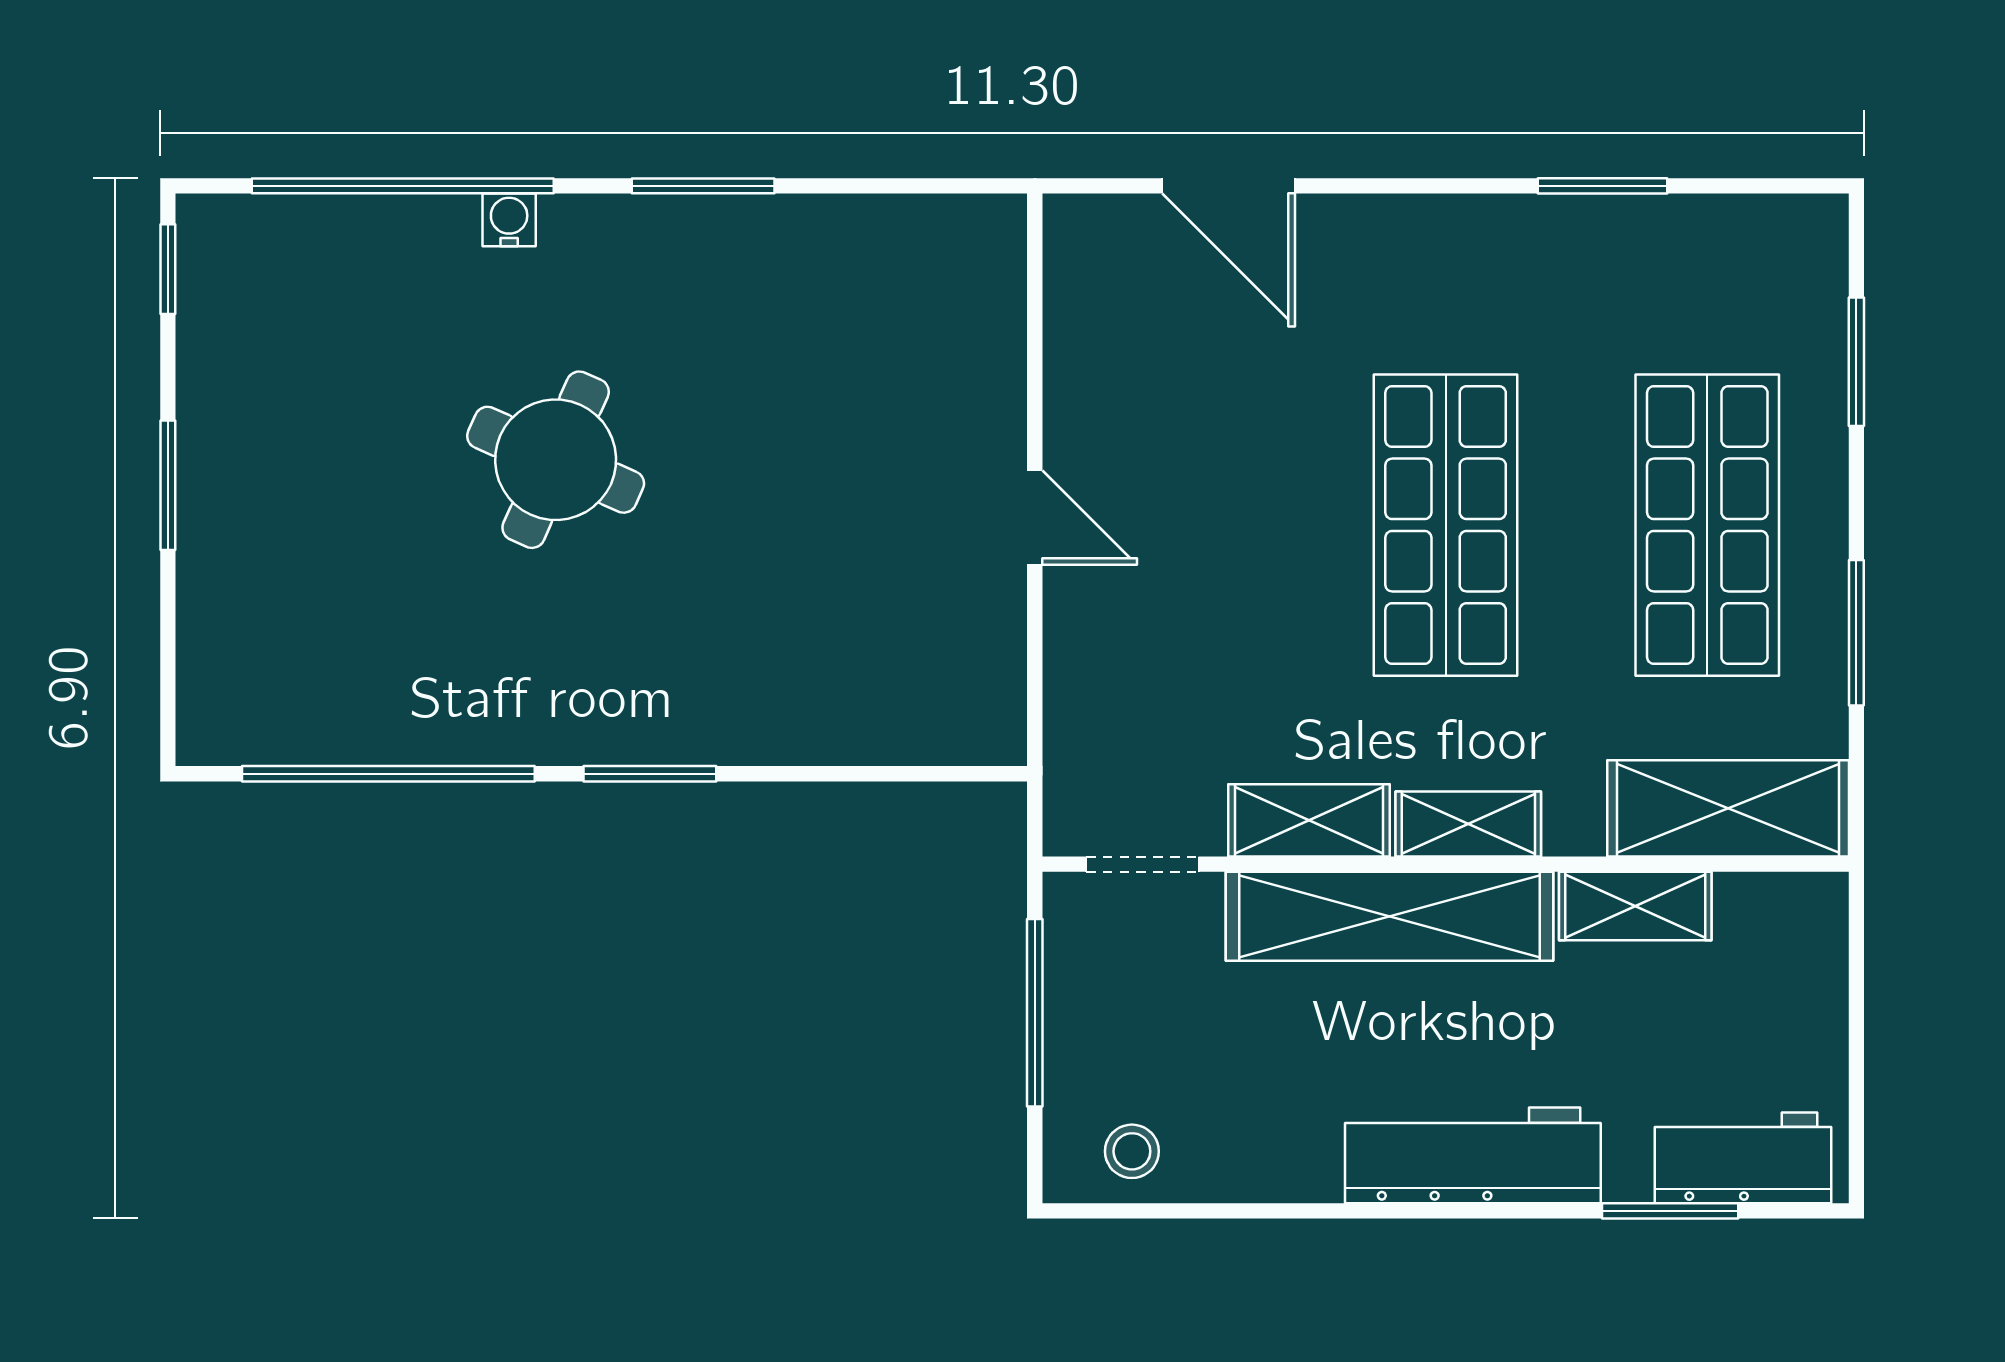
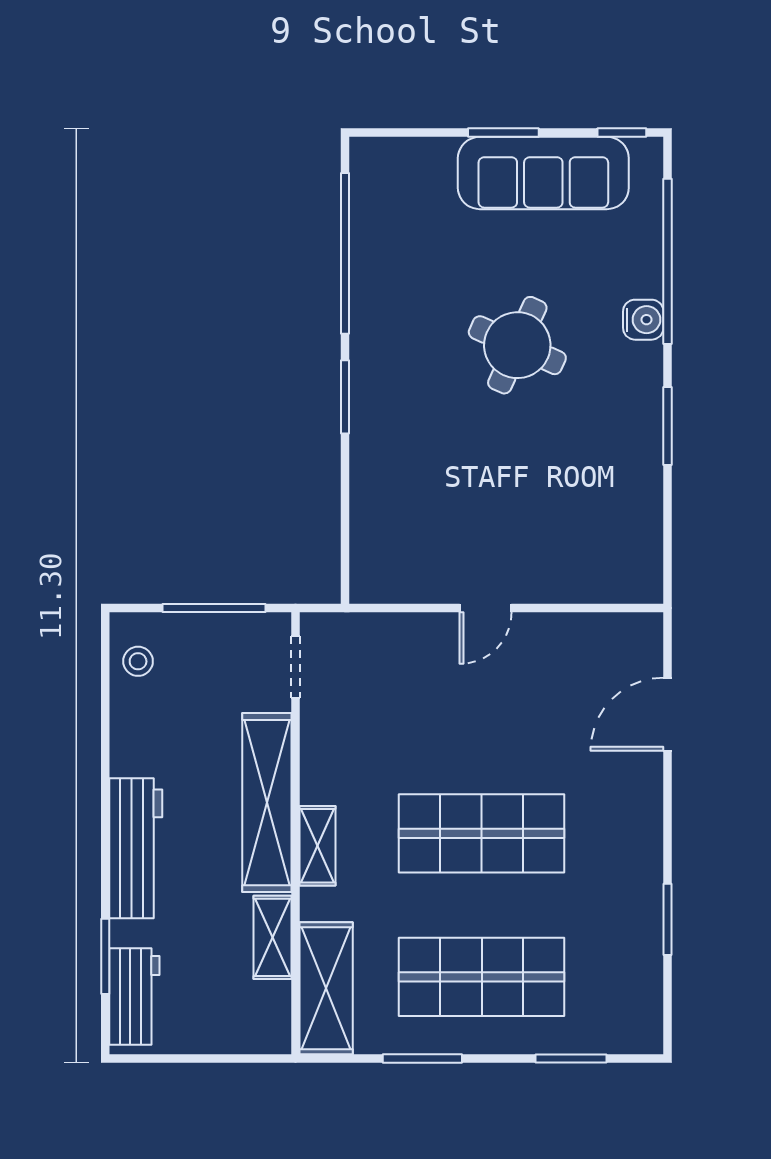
water cooler: (509, 220) -> (643, 320), width x1.38, depth x1.38
sofa: (242, 412) -> (543, 173), added
shelving: (1309, 820) -> (320, 758), removed

